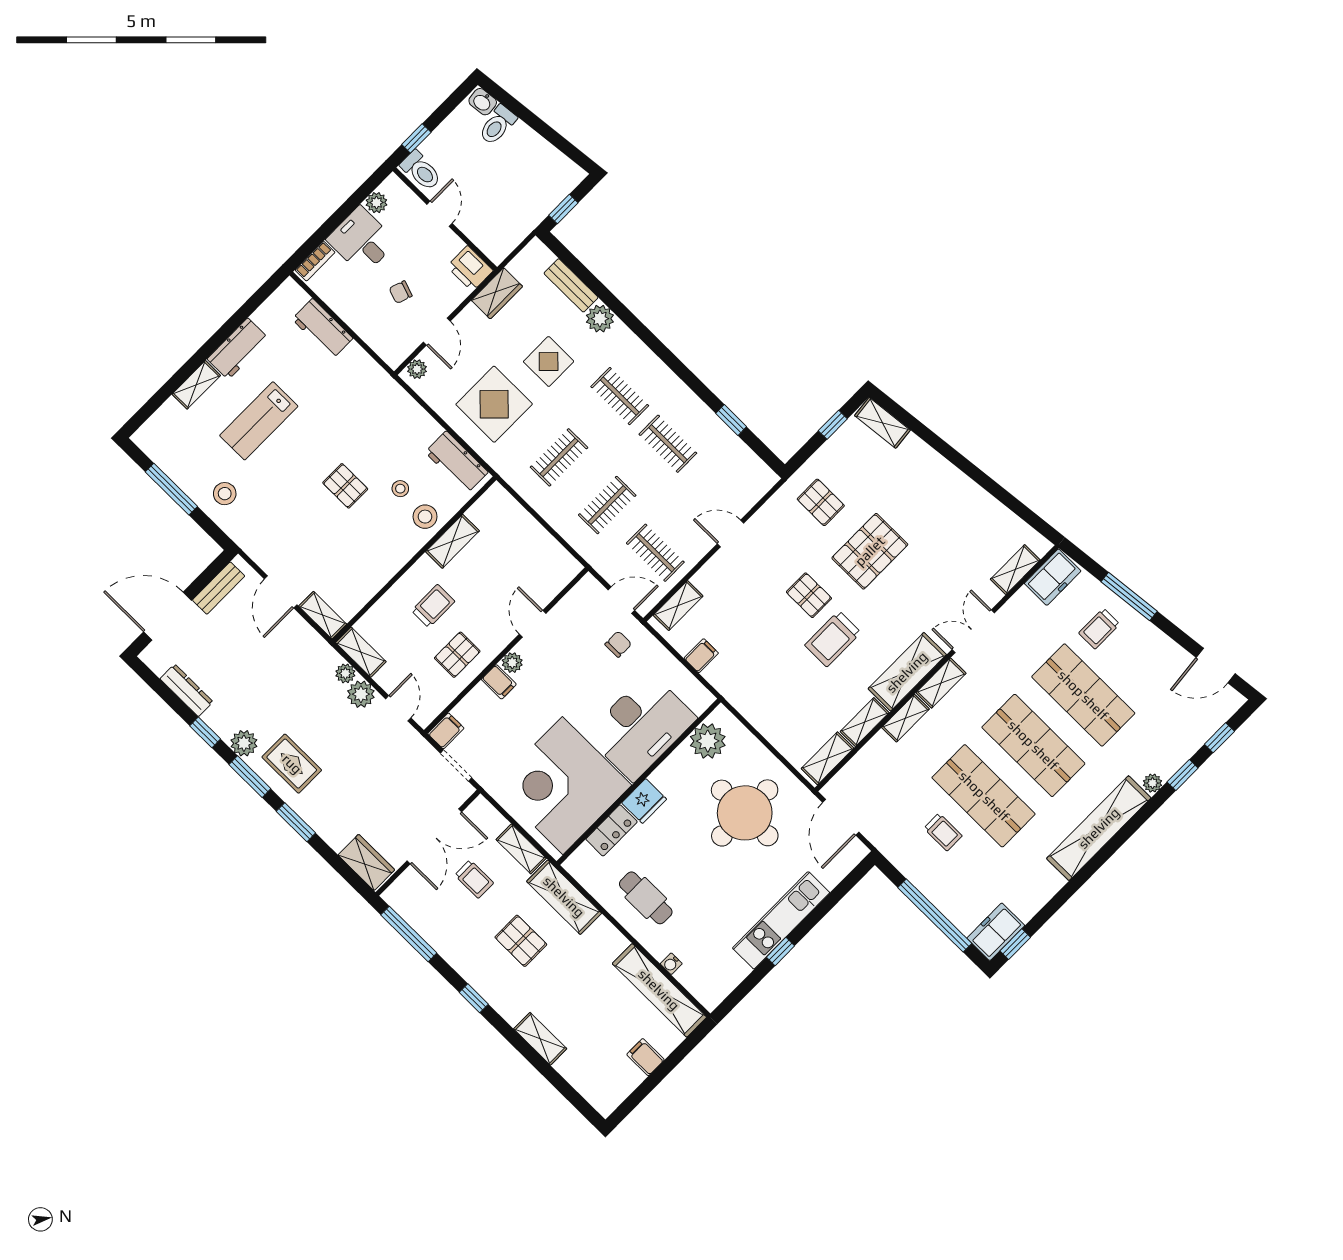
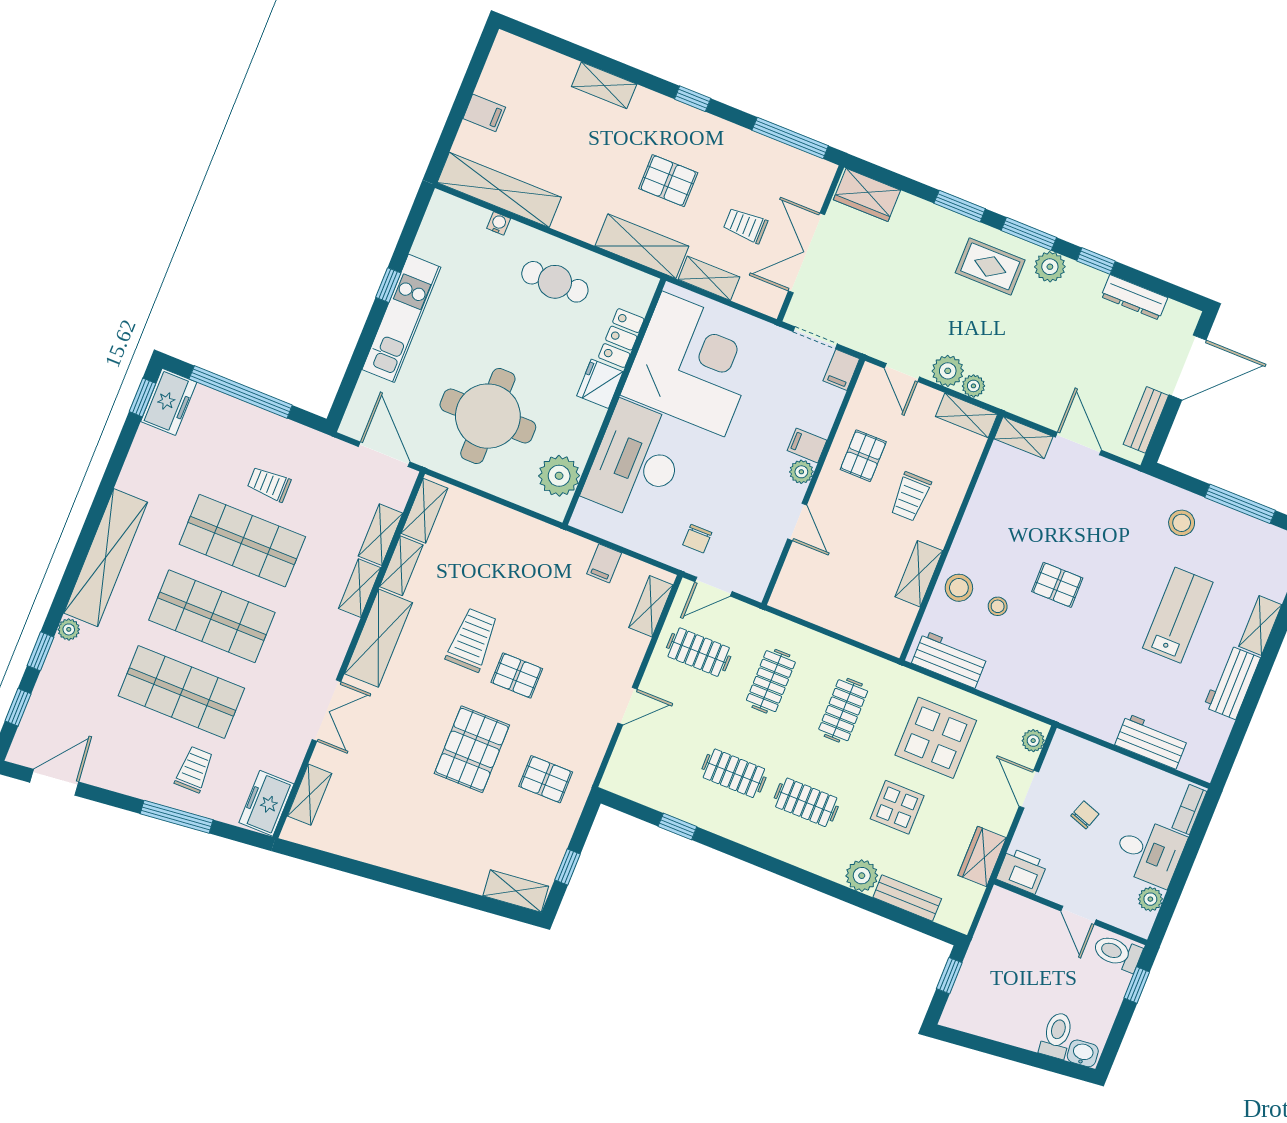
shelving: (941, 683) -> (381, 535), moved

